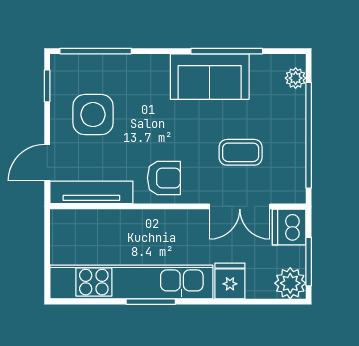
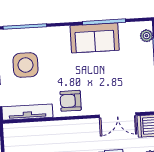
coffee table: (241, 152) -> (116, 83), removed
armchair: (164, 178) -> (71, 101), turned 180

